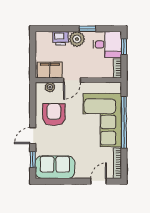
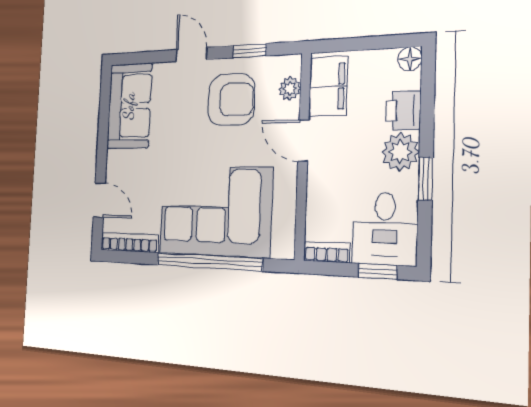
floor lamp: (40, 36) -> (410, 59), added
window: (33, 160) -> (250, 51), moved

